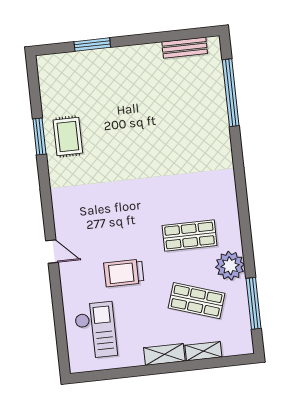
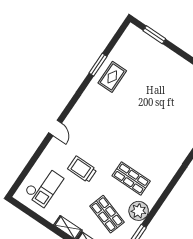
window: (92, 44) -> (154, 35), moved

